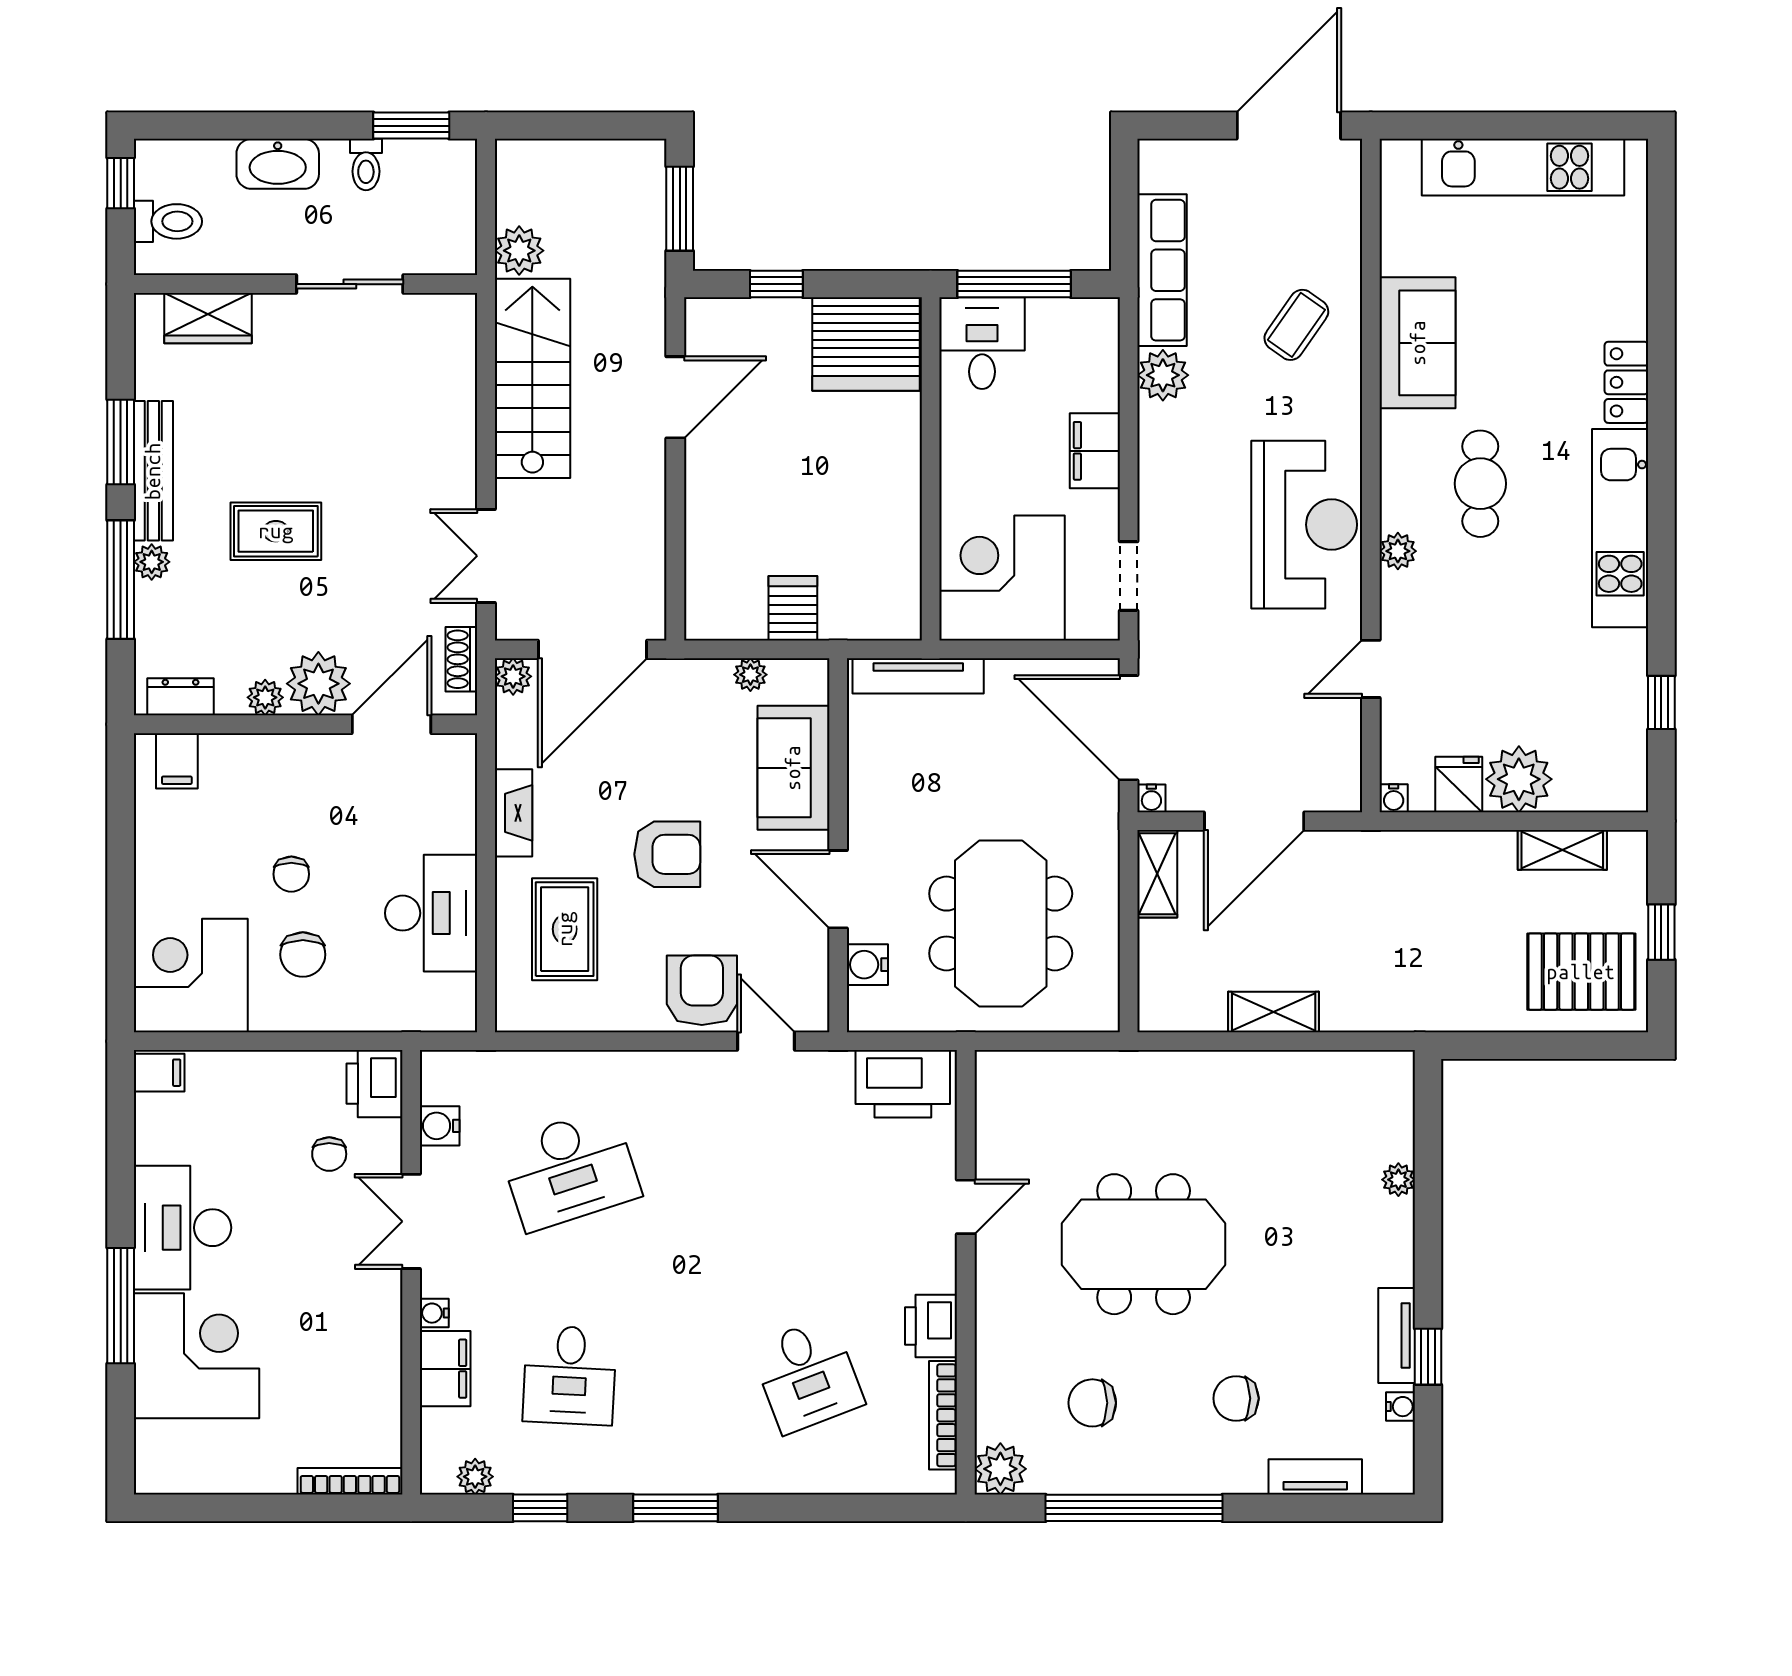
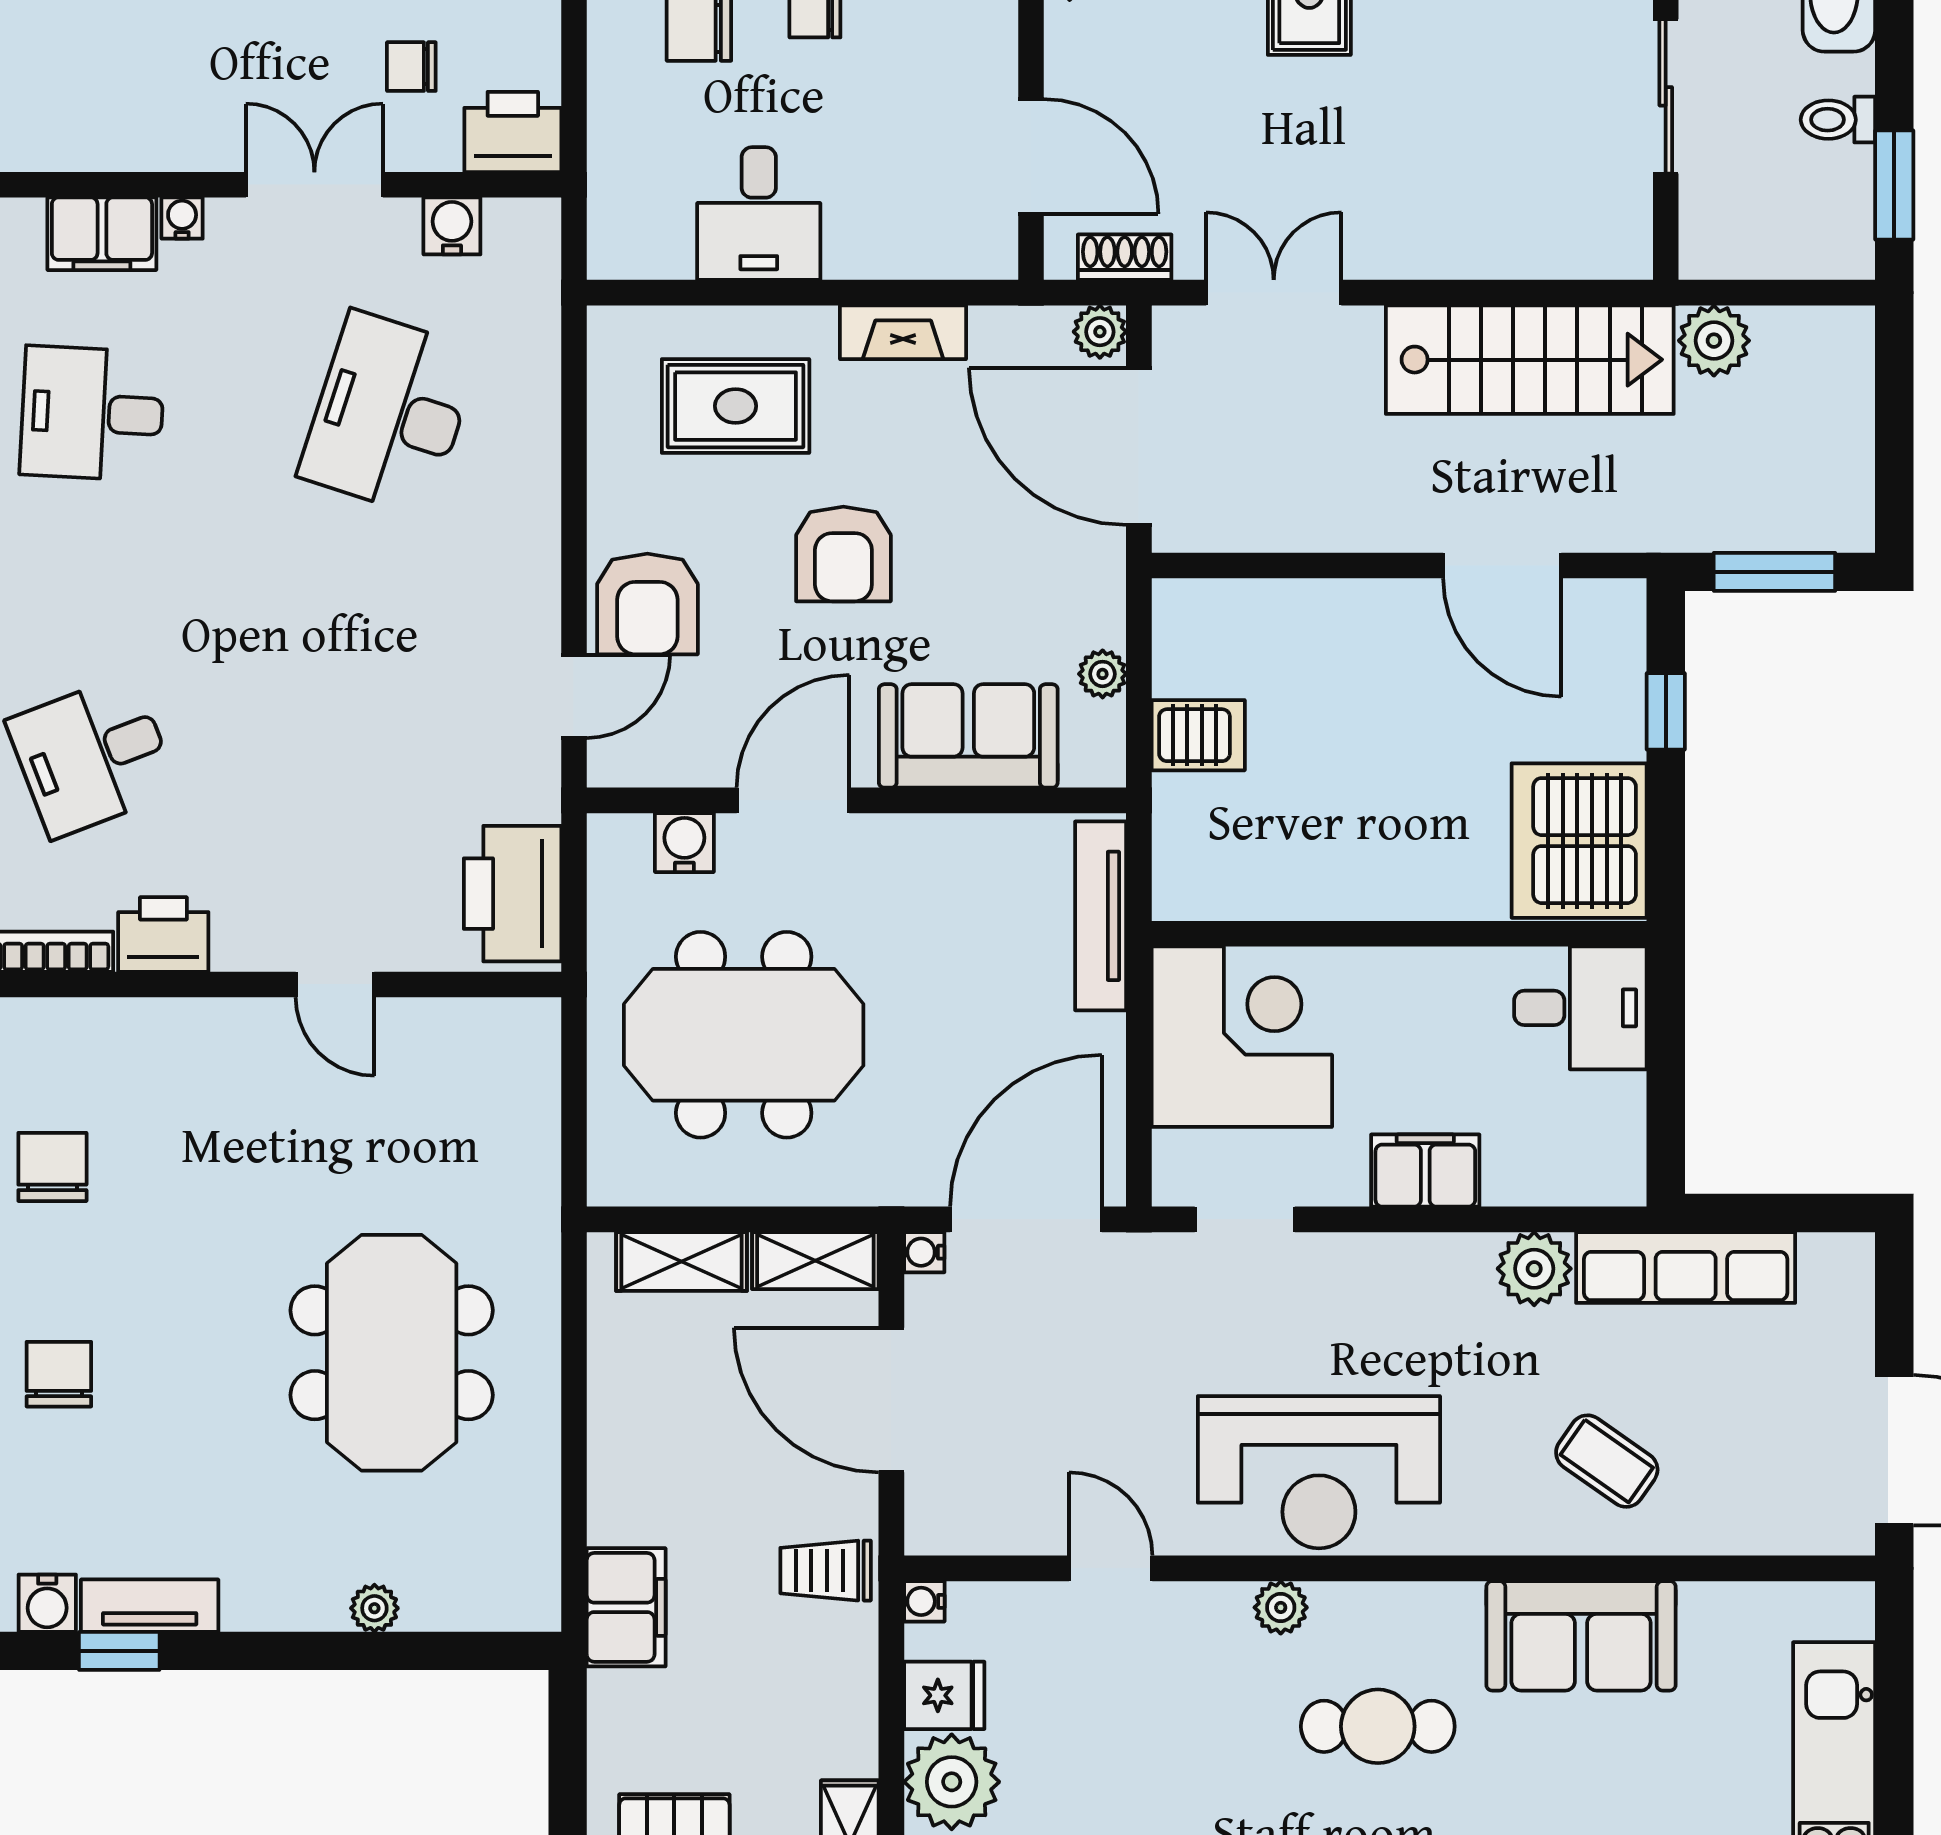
window: (1014, 284) -> (1666, 1054), removed
plant: (318, 684) -> (1090, 51), removed
trolley: (1372, 867) -> (826, 1571), added
desk: (431, 913) -> (759, 214), width x0.73
armchair: (702, 990) -> (647, 604), turned 90
filing cabinet: (1398, 1005) -> (626, 1607), added
shelving: (1274, 1012) -> (682, 1261), moved, turned 90
desk: (570, 1169) -> (389, 413), turned 36
meeting table: (1144, 1244) -> (392, 1353), moved
water cooler: (1400, 1407) -> (47, 1603), width x1.38, depth x1.38

